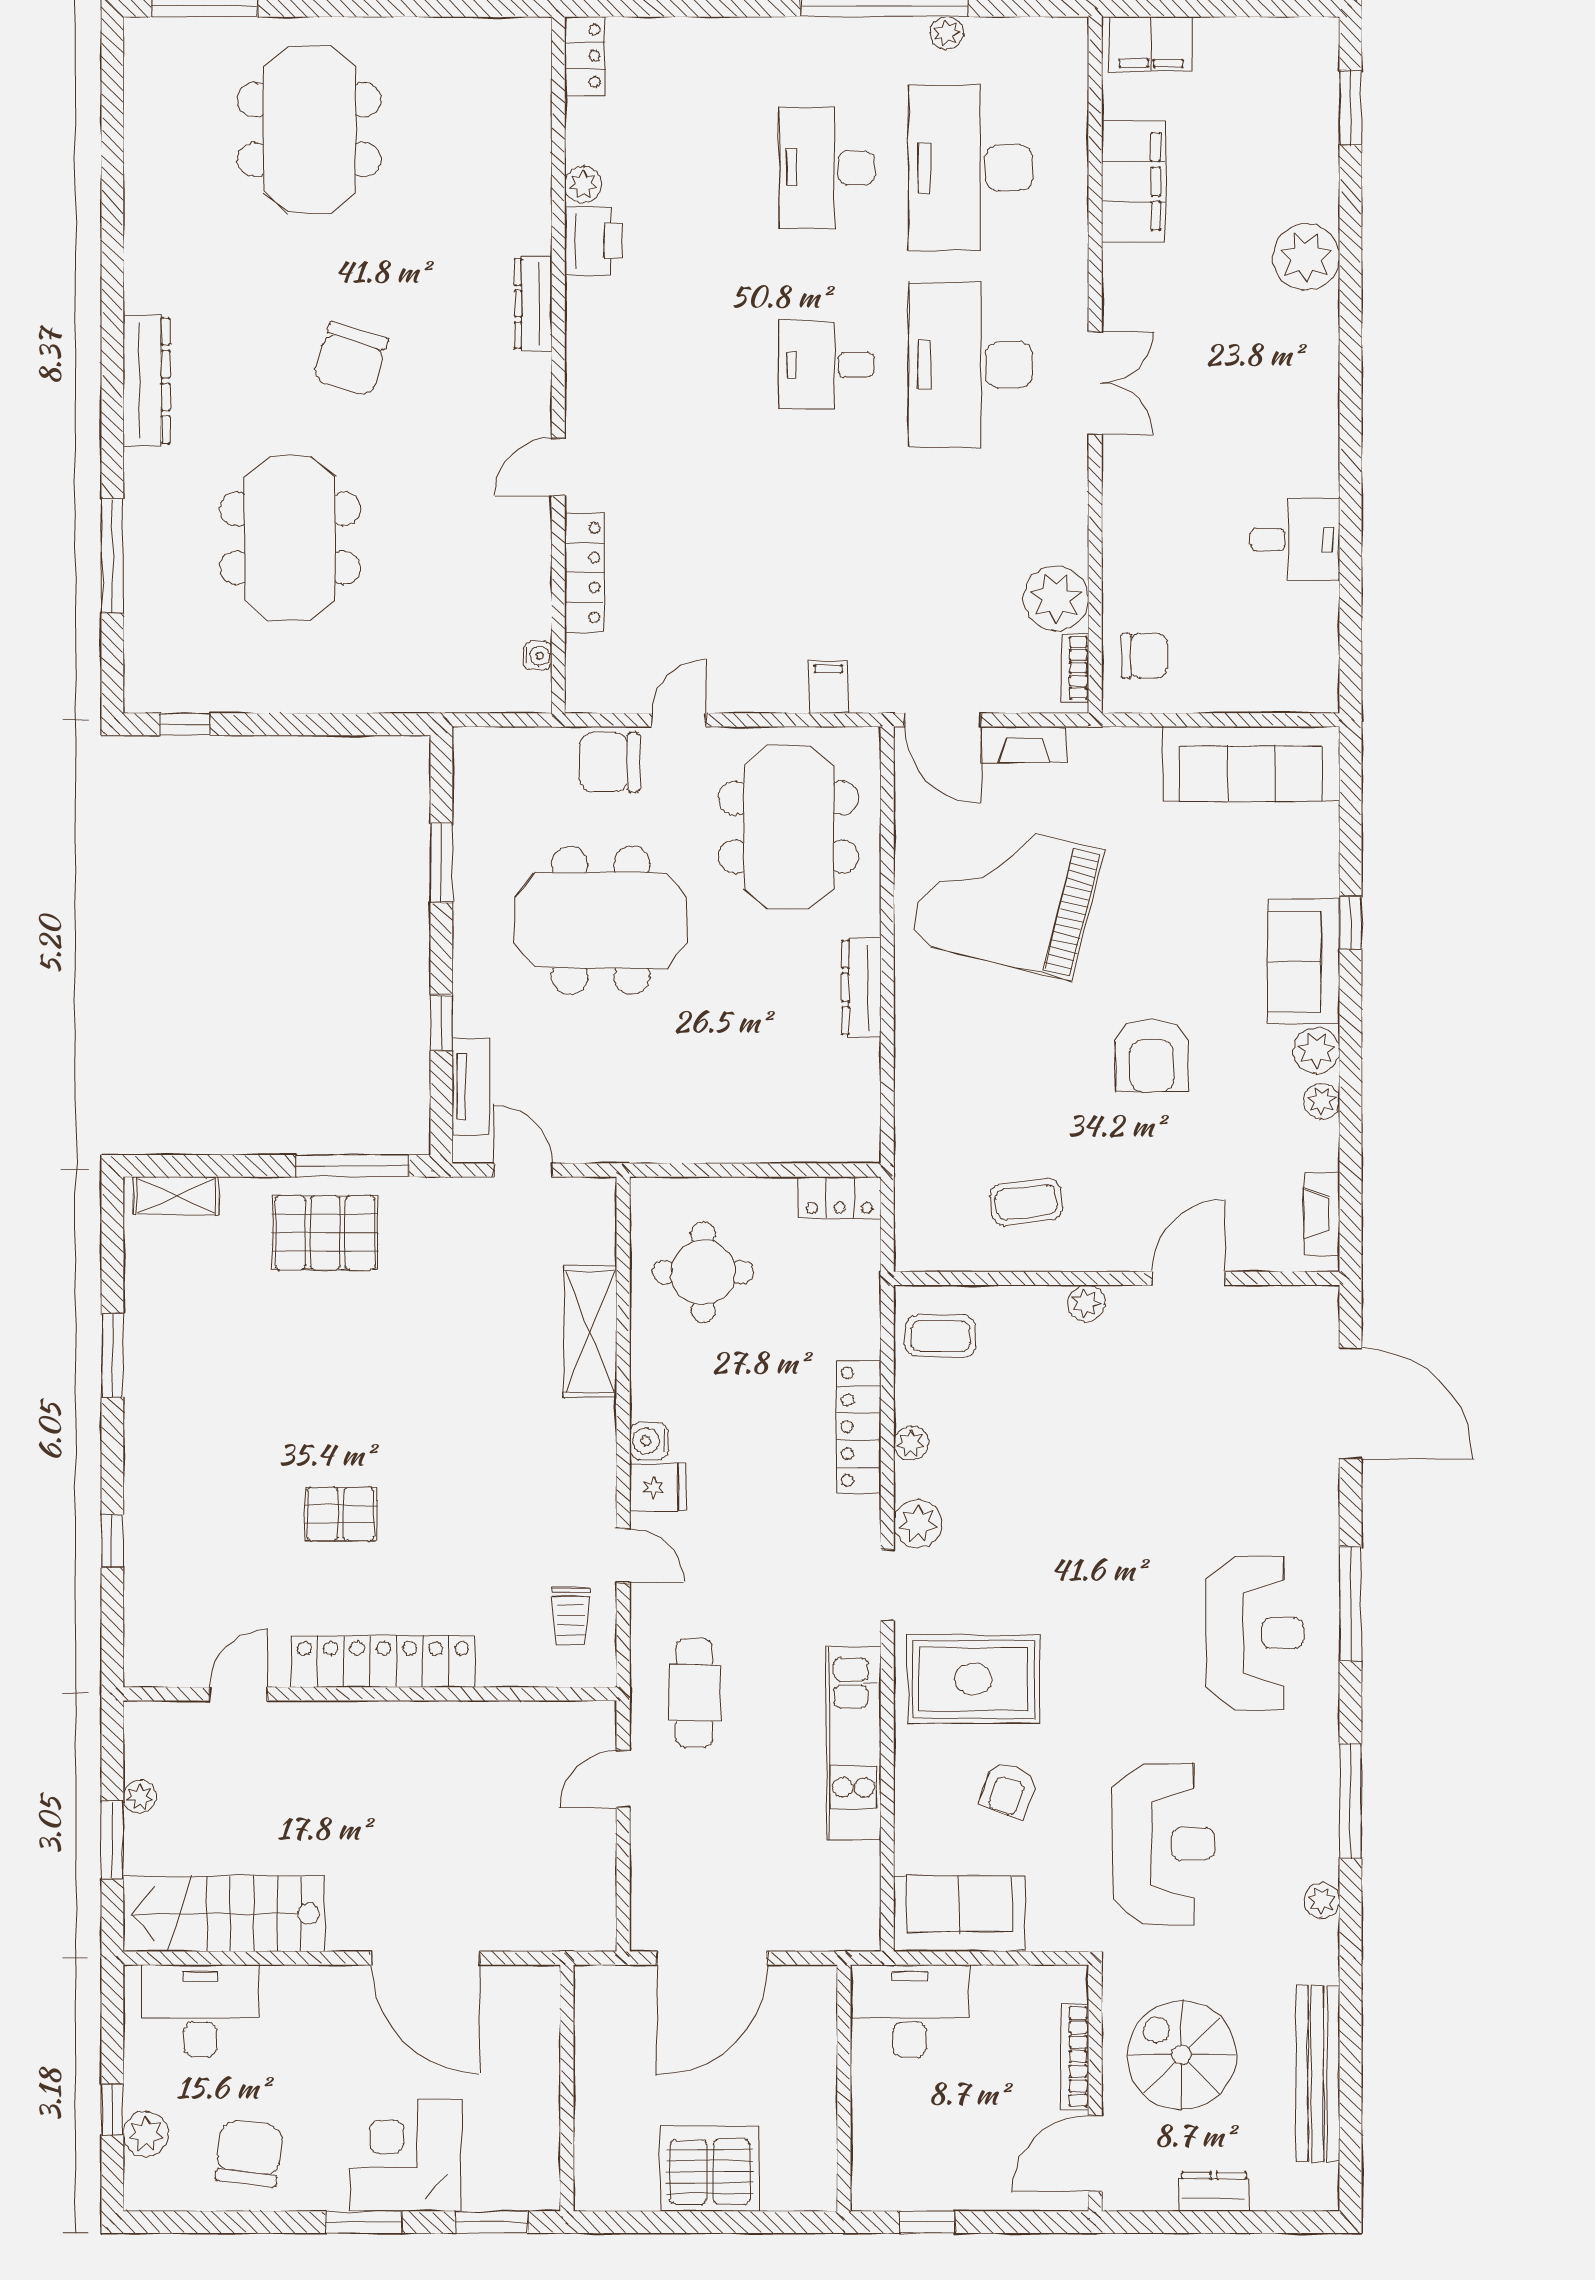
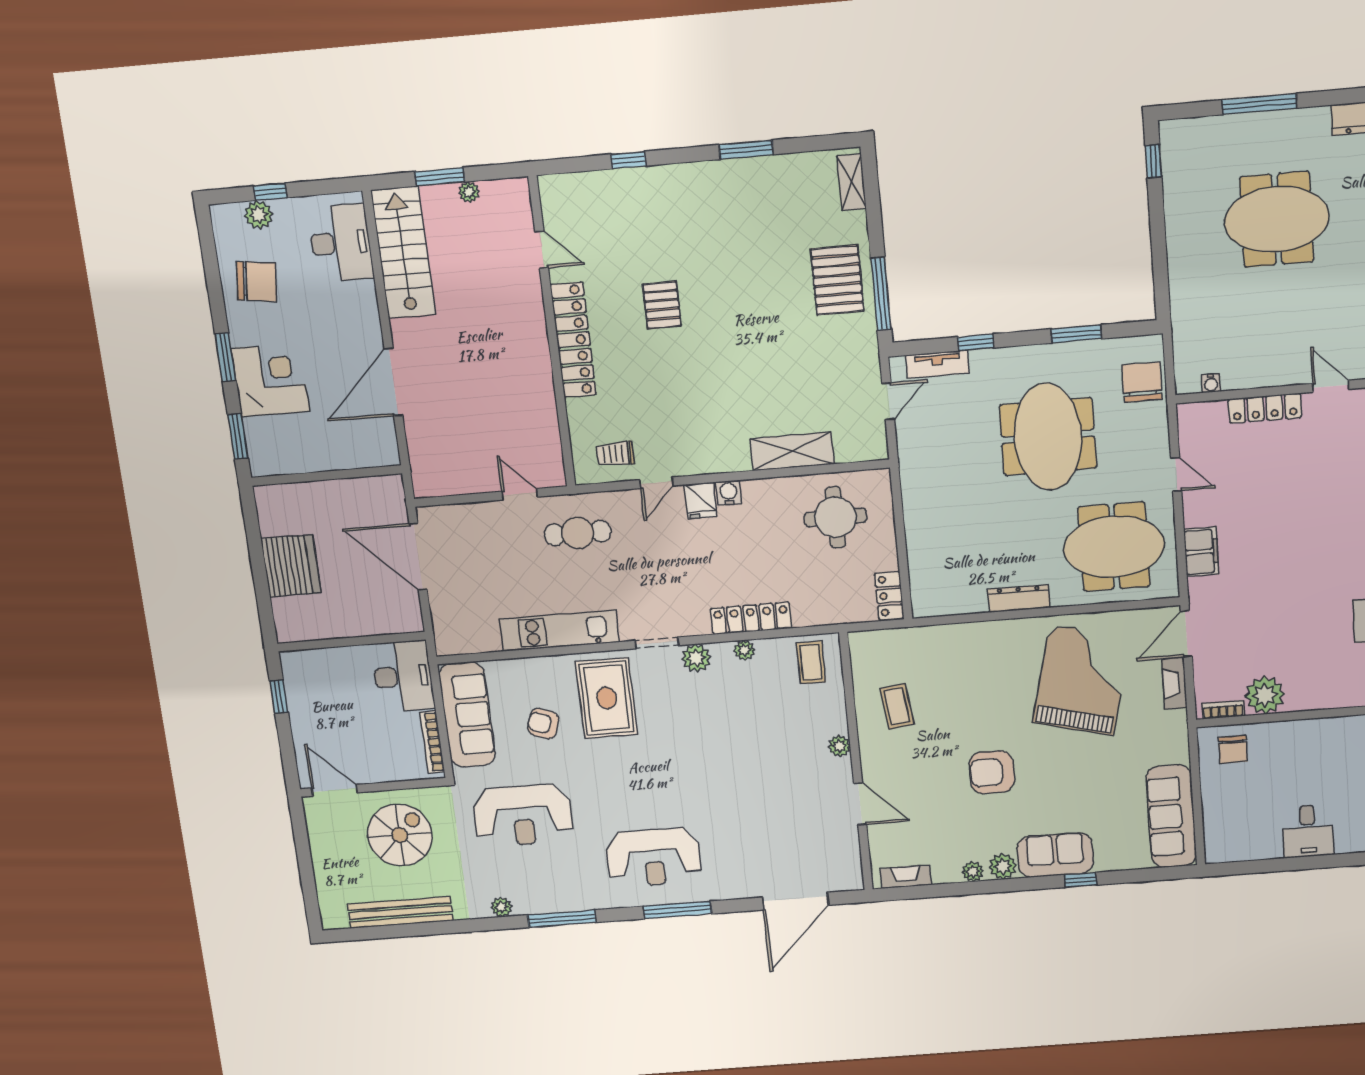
filing cabinet: (828, 687) -> (1201, 552), width x2.00
chair: (609, 762) -> (1142, 382), moved
sofa: (959, 1914) -> (467, 715), width x1.36
bookcase: (1075, 2057) -> (432, 742), moved, turned -90
dresser: (1214, 2192) -> (323, 859), removed

